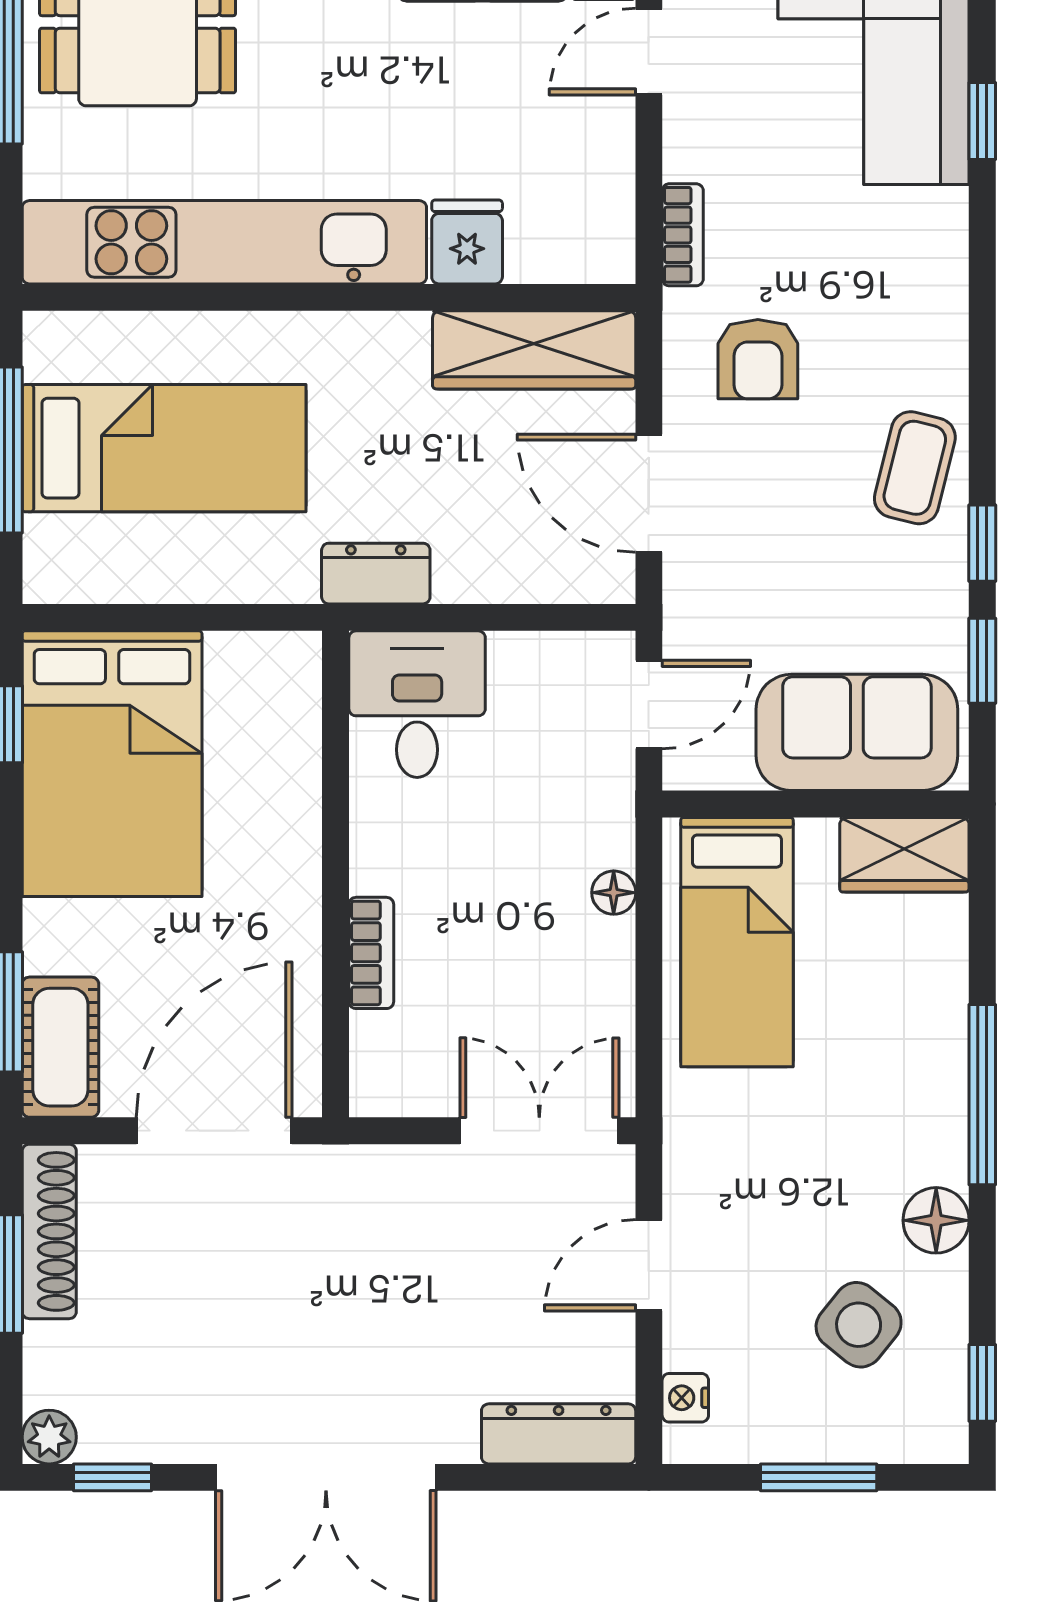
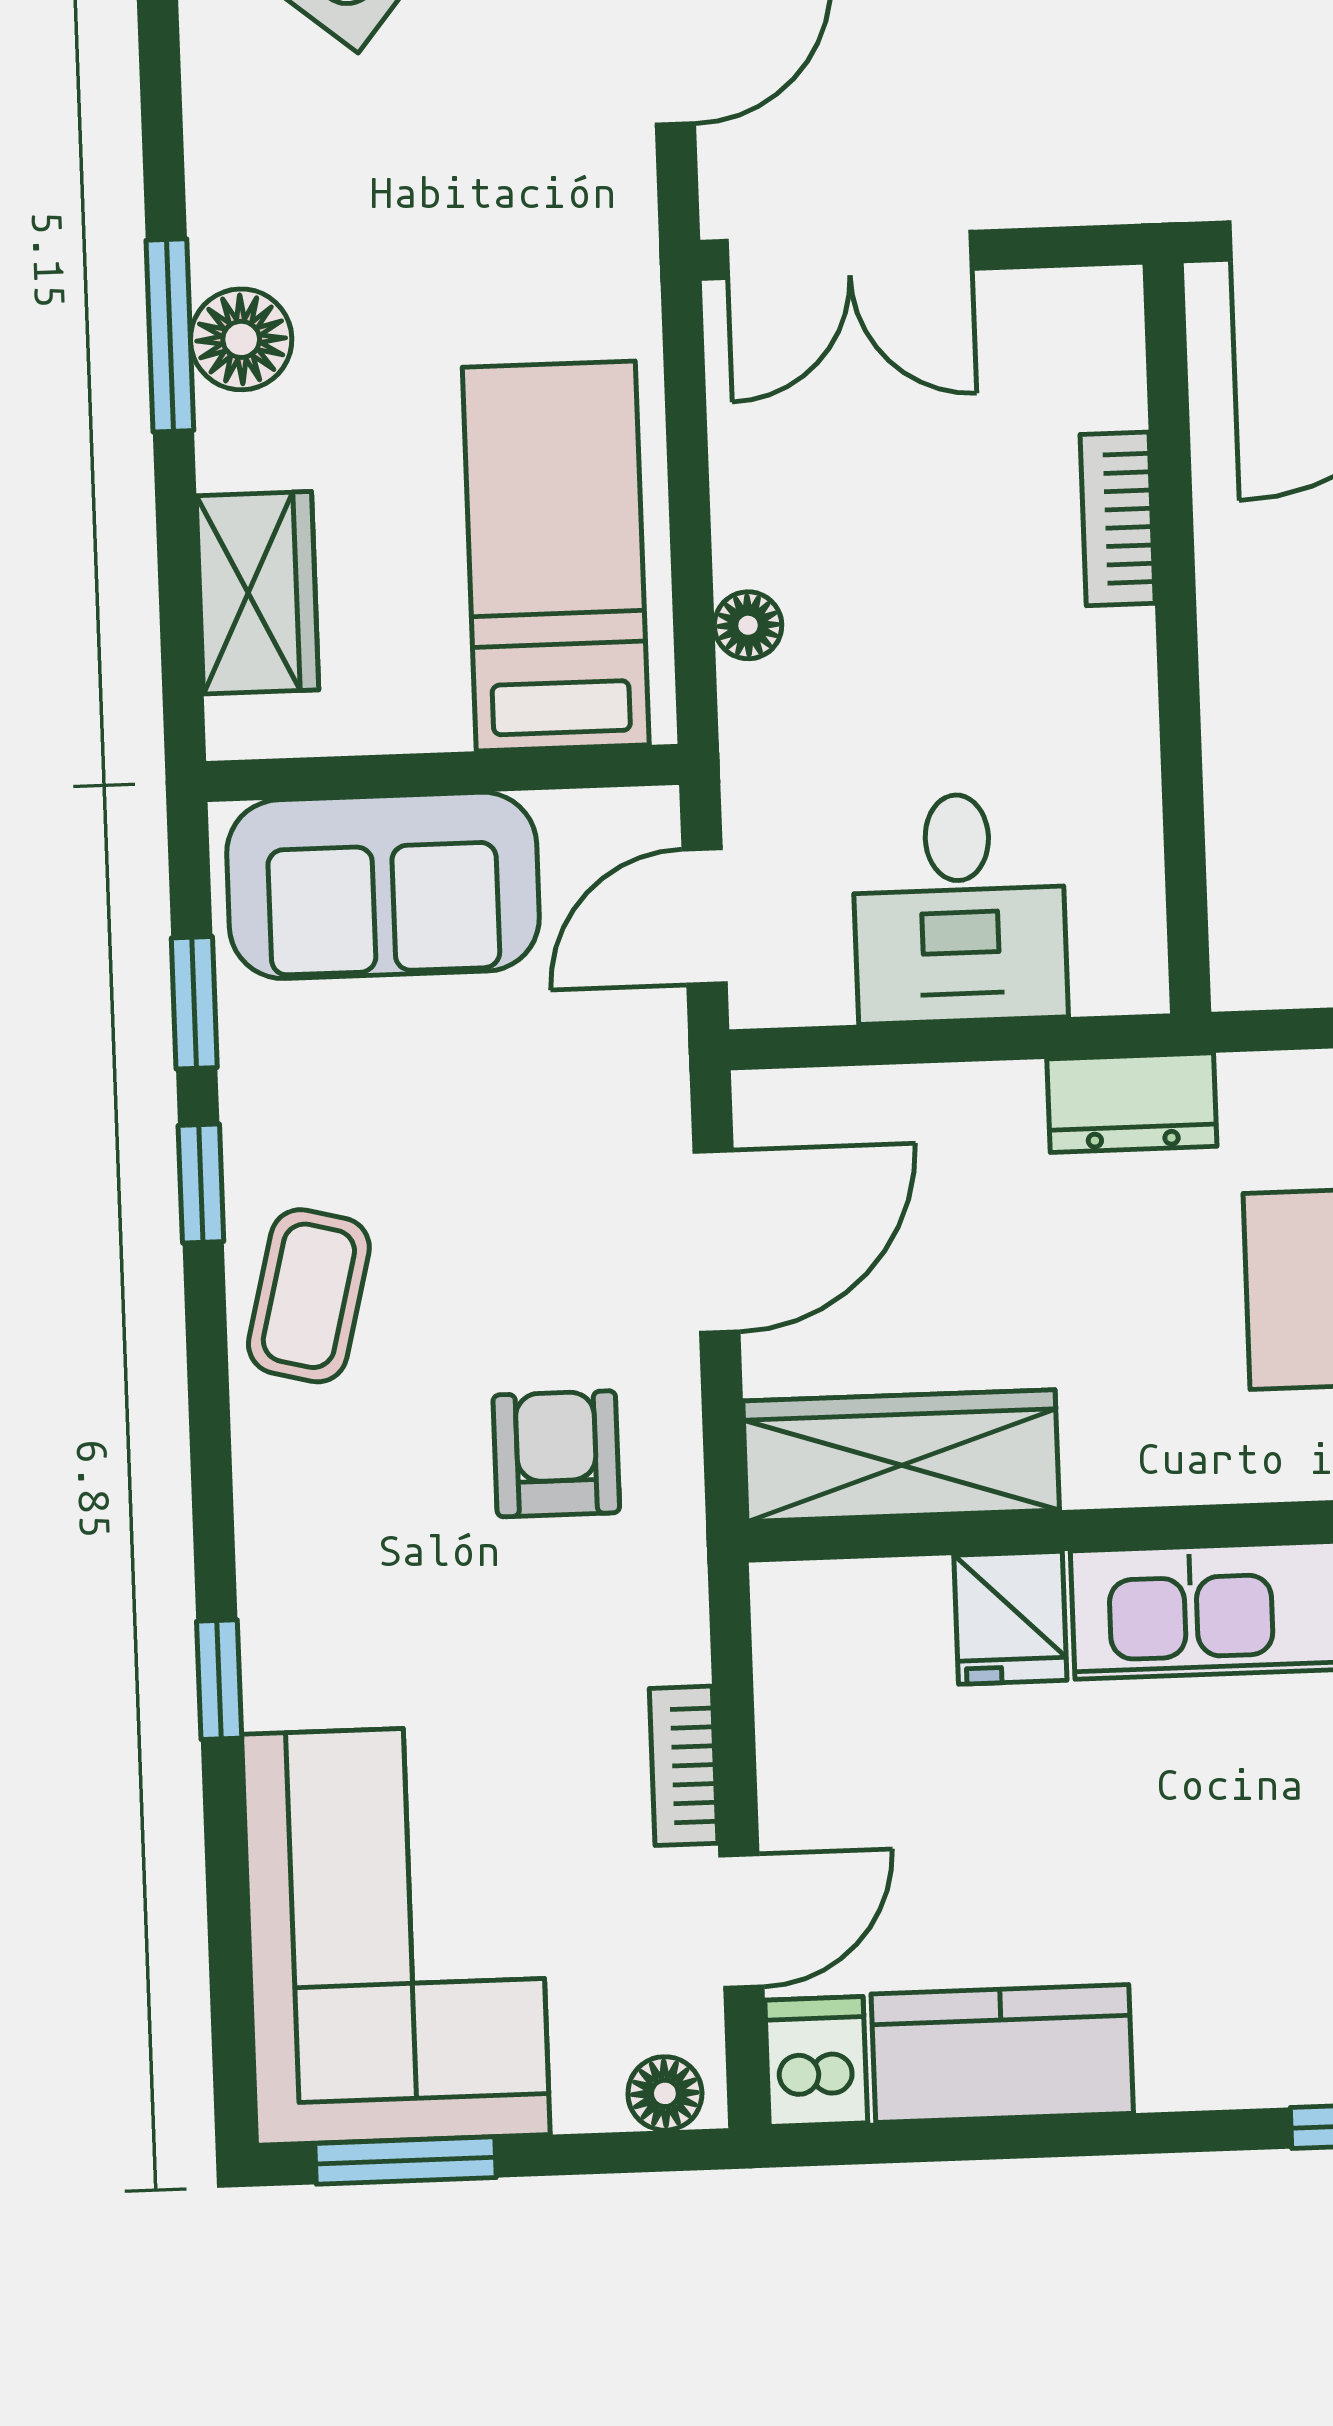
window: (982, 121) -> (219, 1680), moved
bookcase: (683, 235) -> (684, 1766), moved
door: (649, 493) -> (716, 1241), hinge flipped
desk: (417, 704) -> (959, 908), moved
wardrobe: (904, 855) -> (257, 593), moved, turned 90
window: (982, 1095) -> (170, 335), width x0.69
floor lamp: (936, 1220) -> (241, 339), moved

